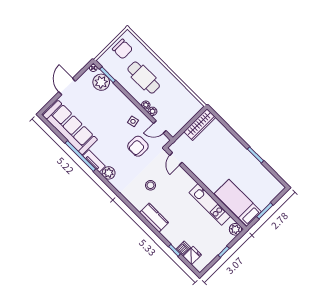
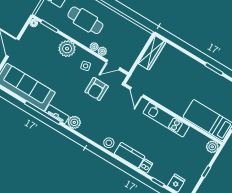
plant: (101, 82) -> (67, 49), moved
stool: (151, 185) -> (109, 143), moved
kitchen unit: (210, 204) -> (166, 120), moved
dishwasher: (183, 248) -> (146, 166), moved

